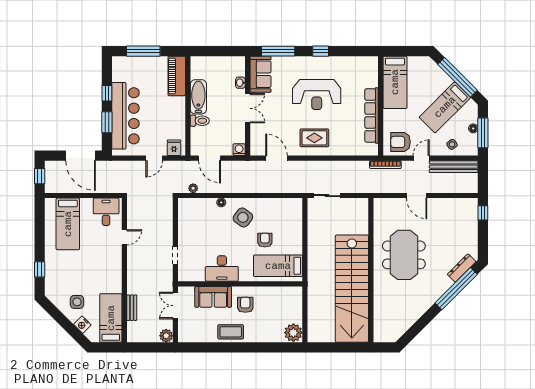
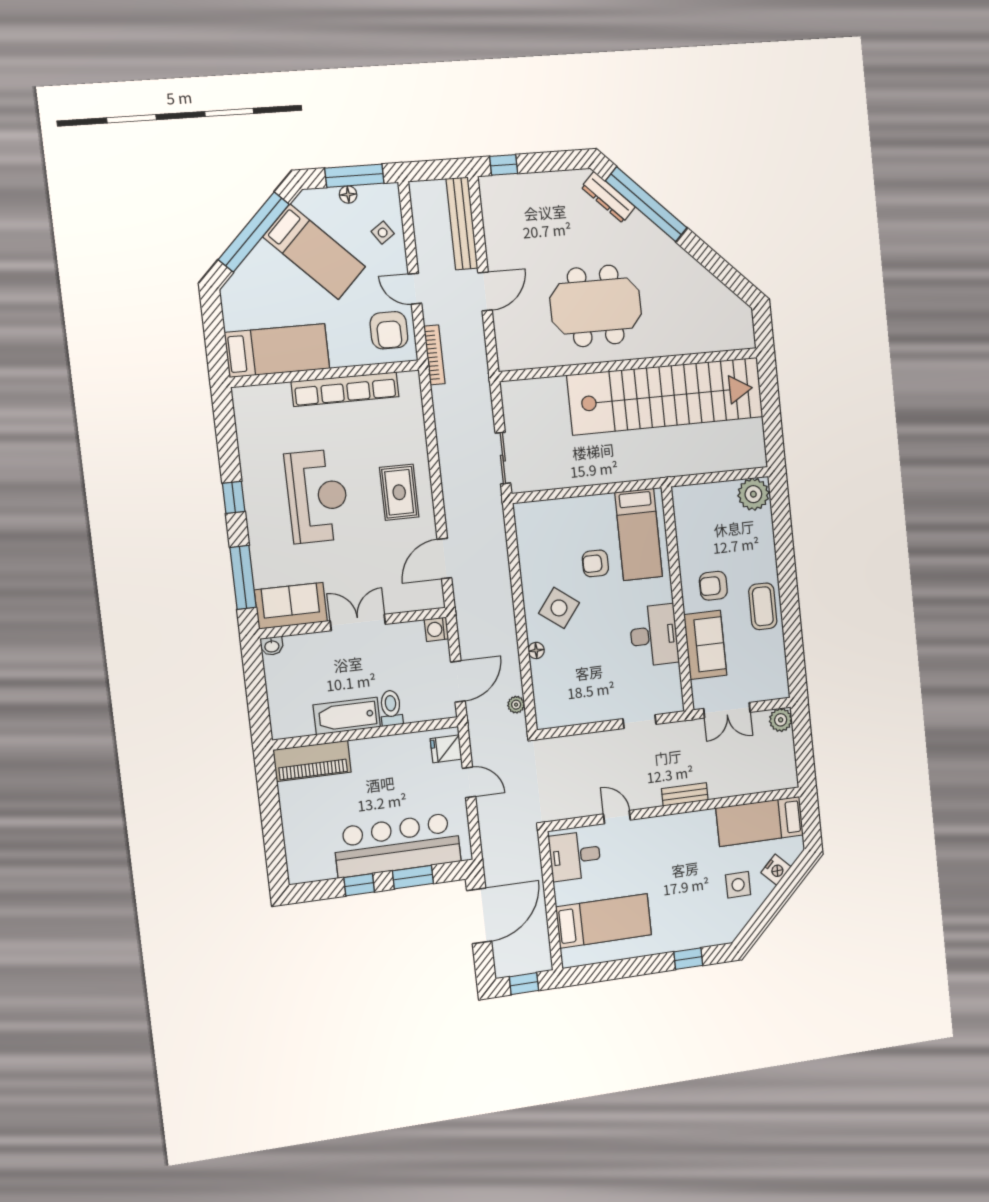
window: (143, 51) -> (273, 829), removed
washbasin: (240, 83) -> (272, 646), moved
bench: (454, 167) -> (462, 223), moved
bench: (132, 308) -> (685, 794), moved

